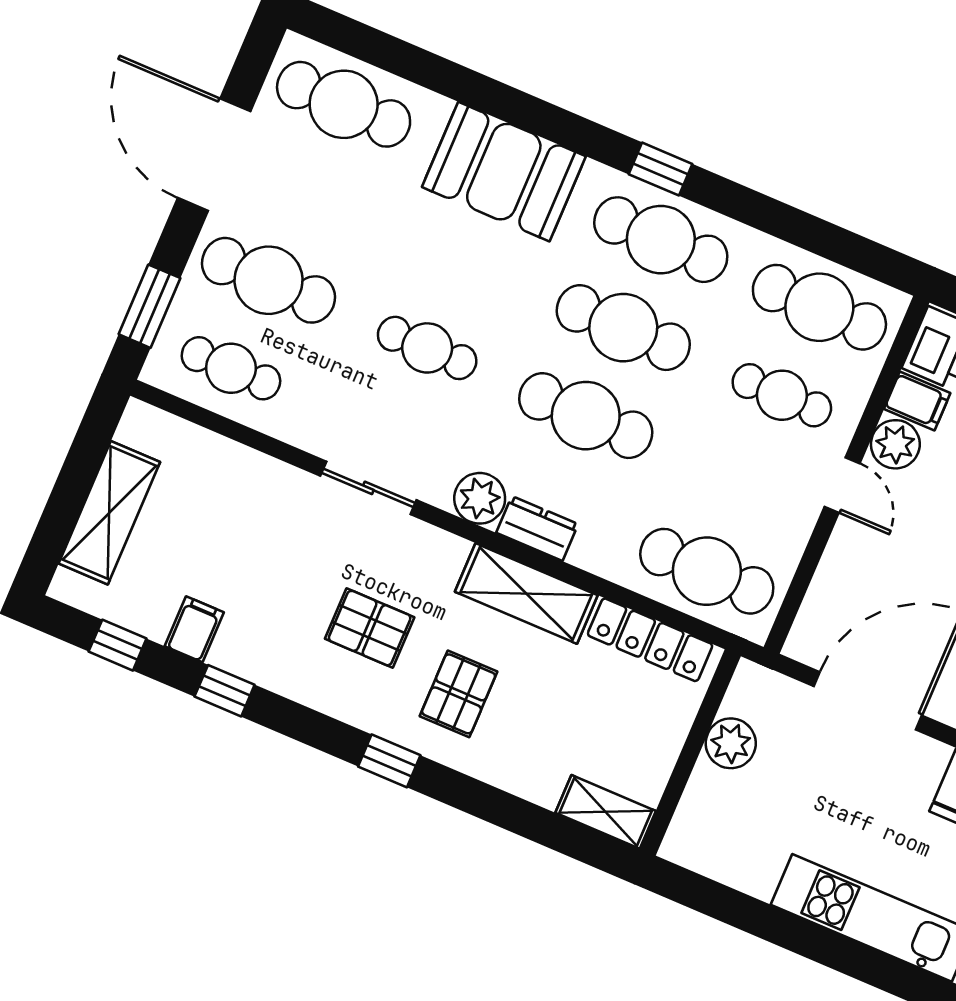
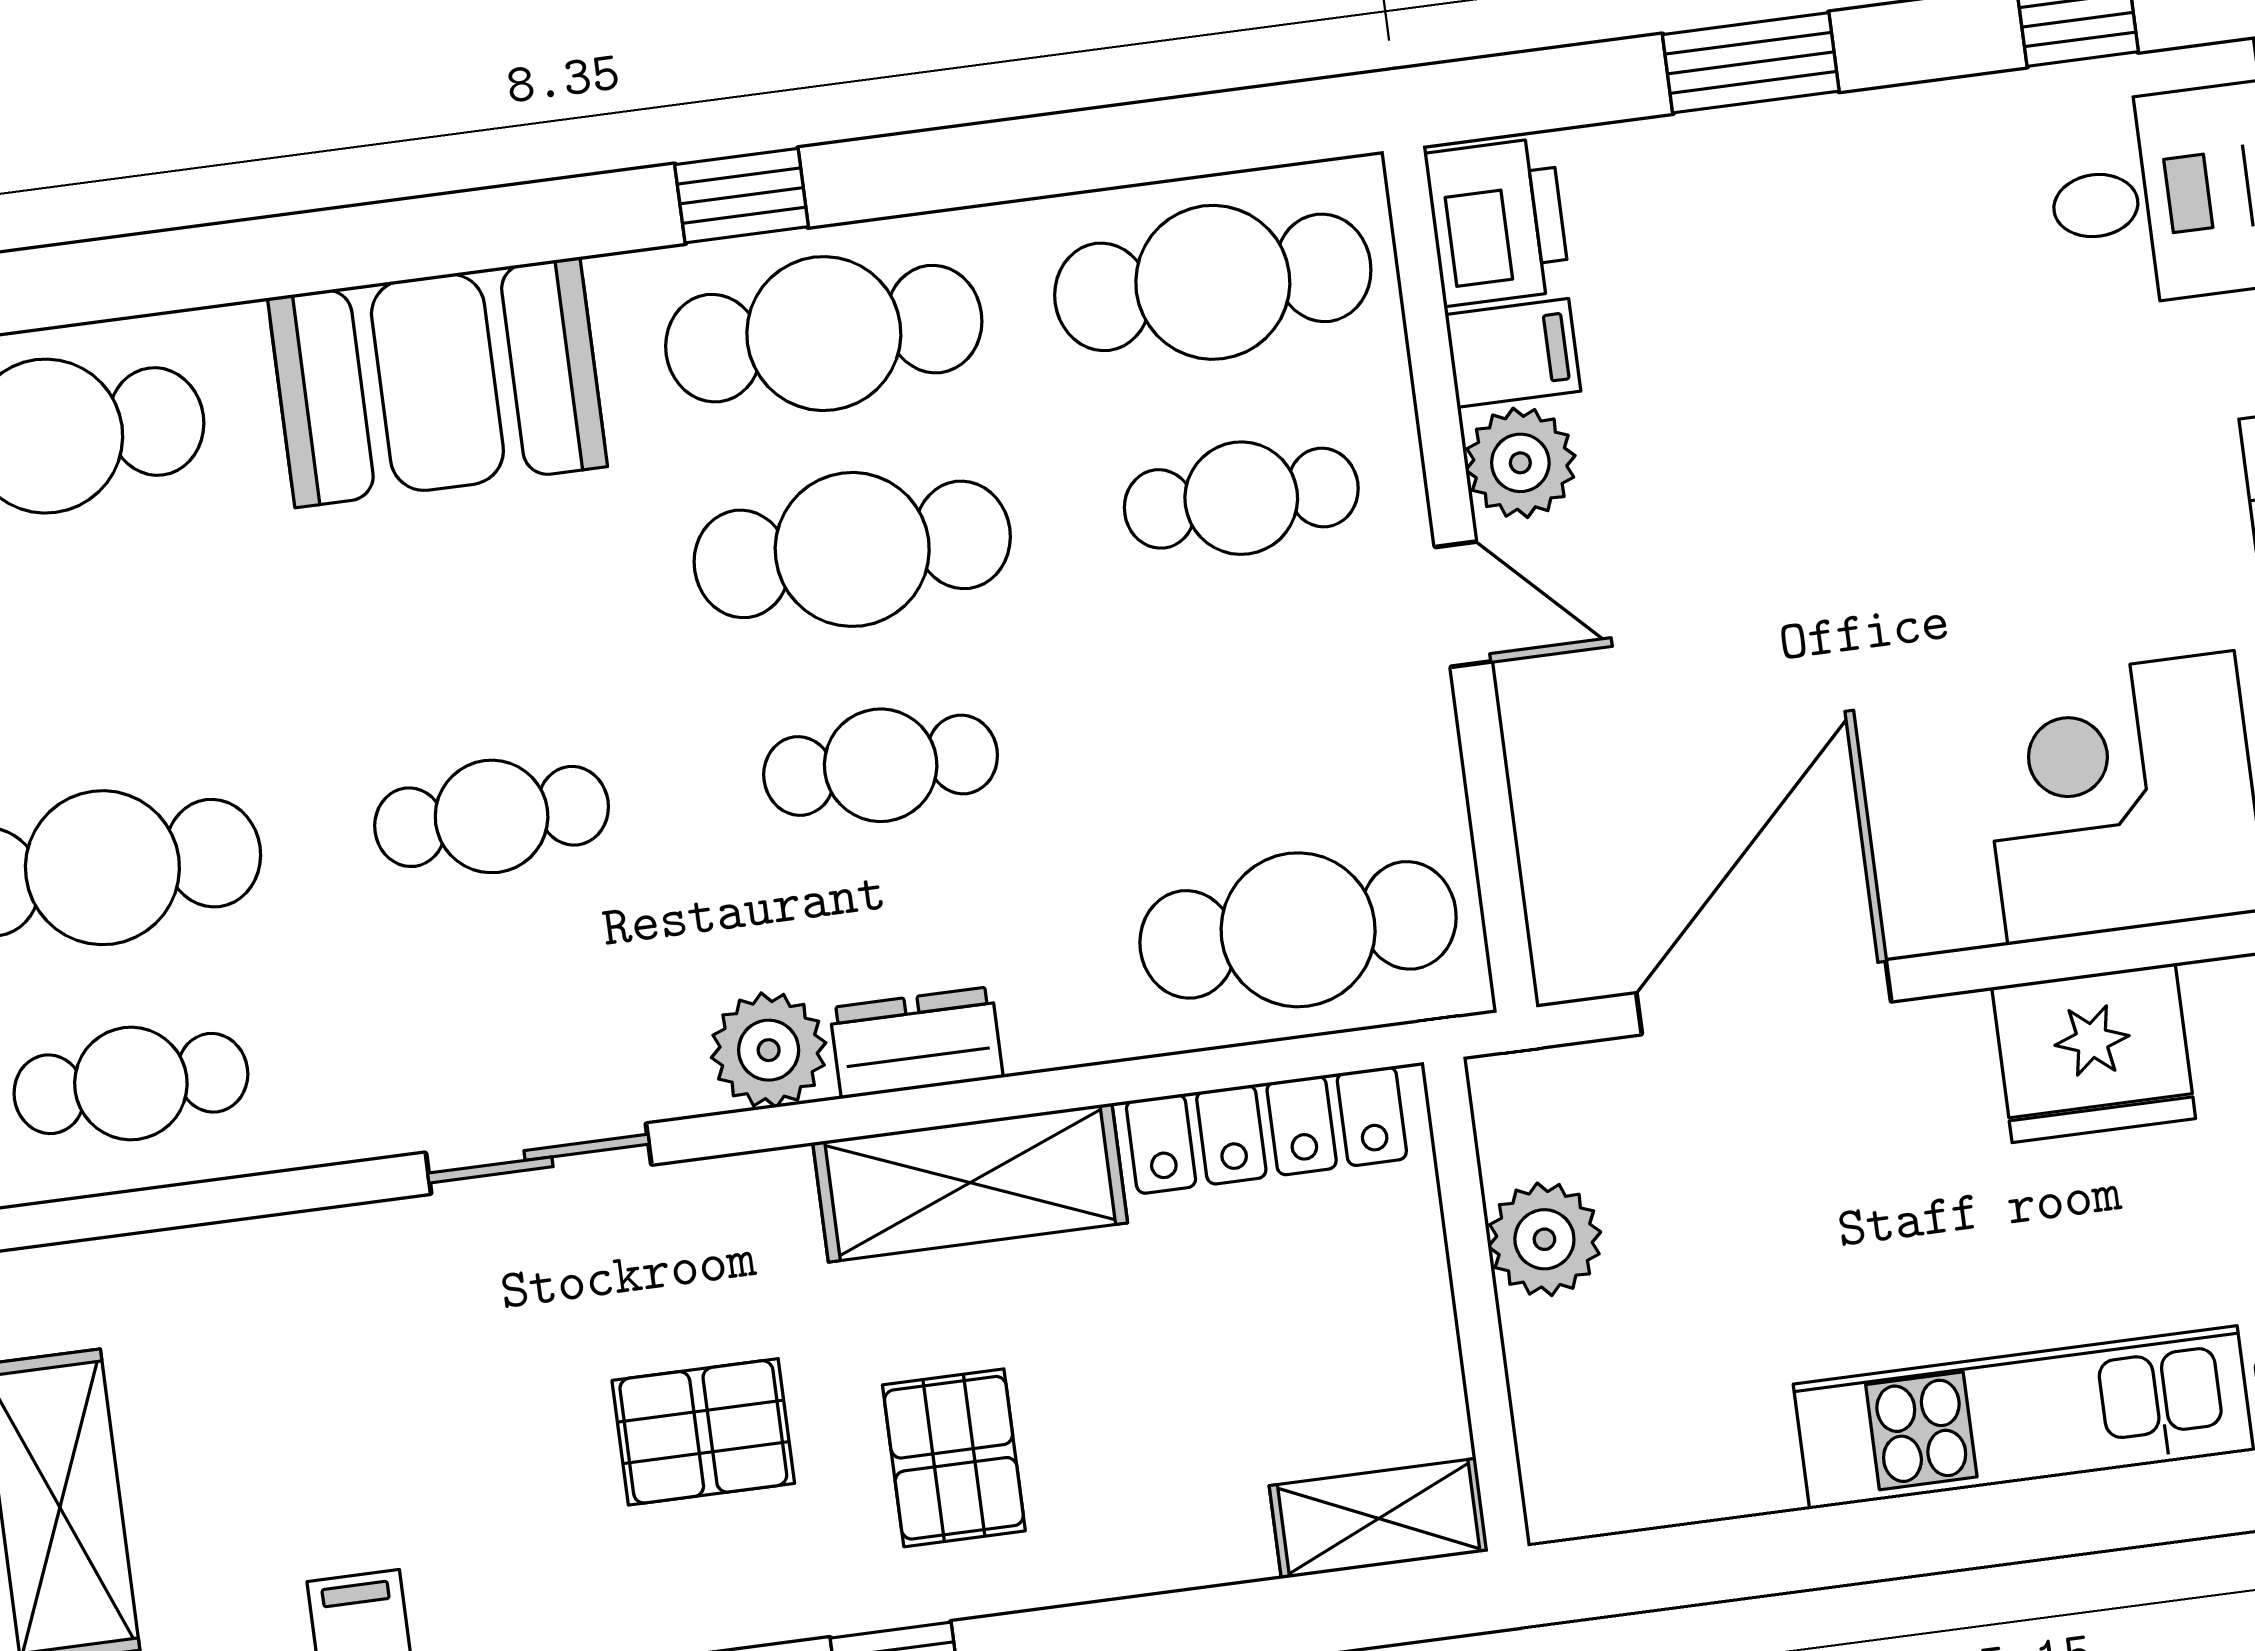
cafe table: (586, 416) -> (881, 765), width x0.73, depth x0.74

